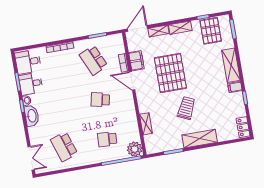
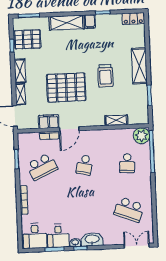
trolley: (186, 108) -> (105, 76), turned -115
school desk: (64, 147) -> (129, 210), turned 39

